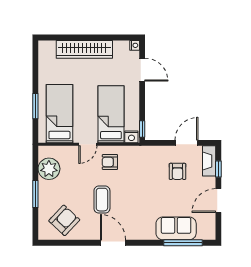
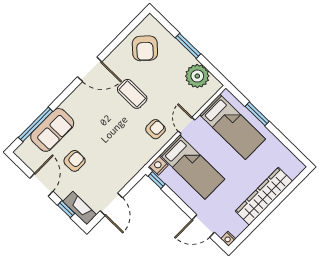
armchair: (177, 171) -> (75, 161), moved, turned 90

